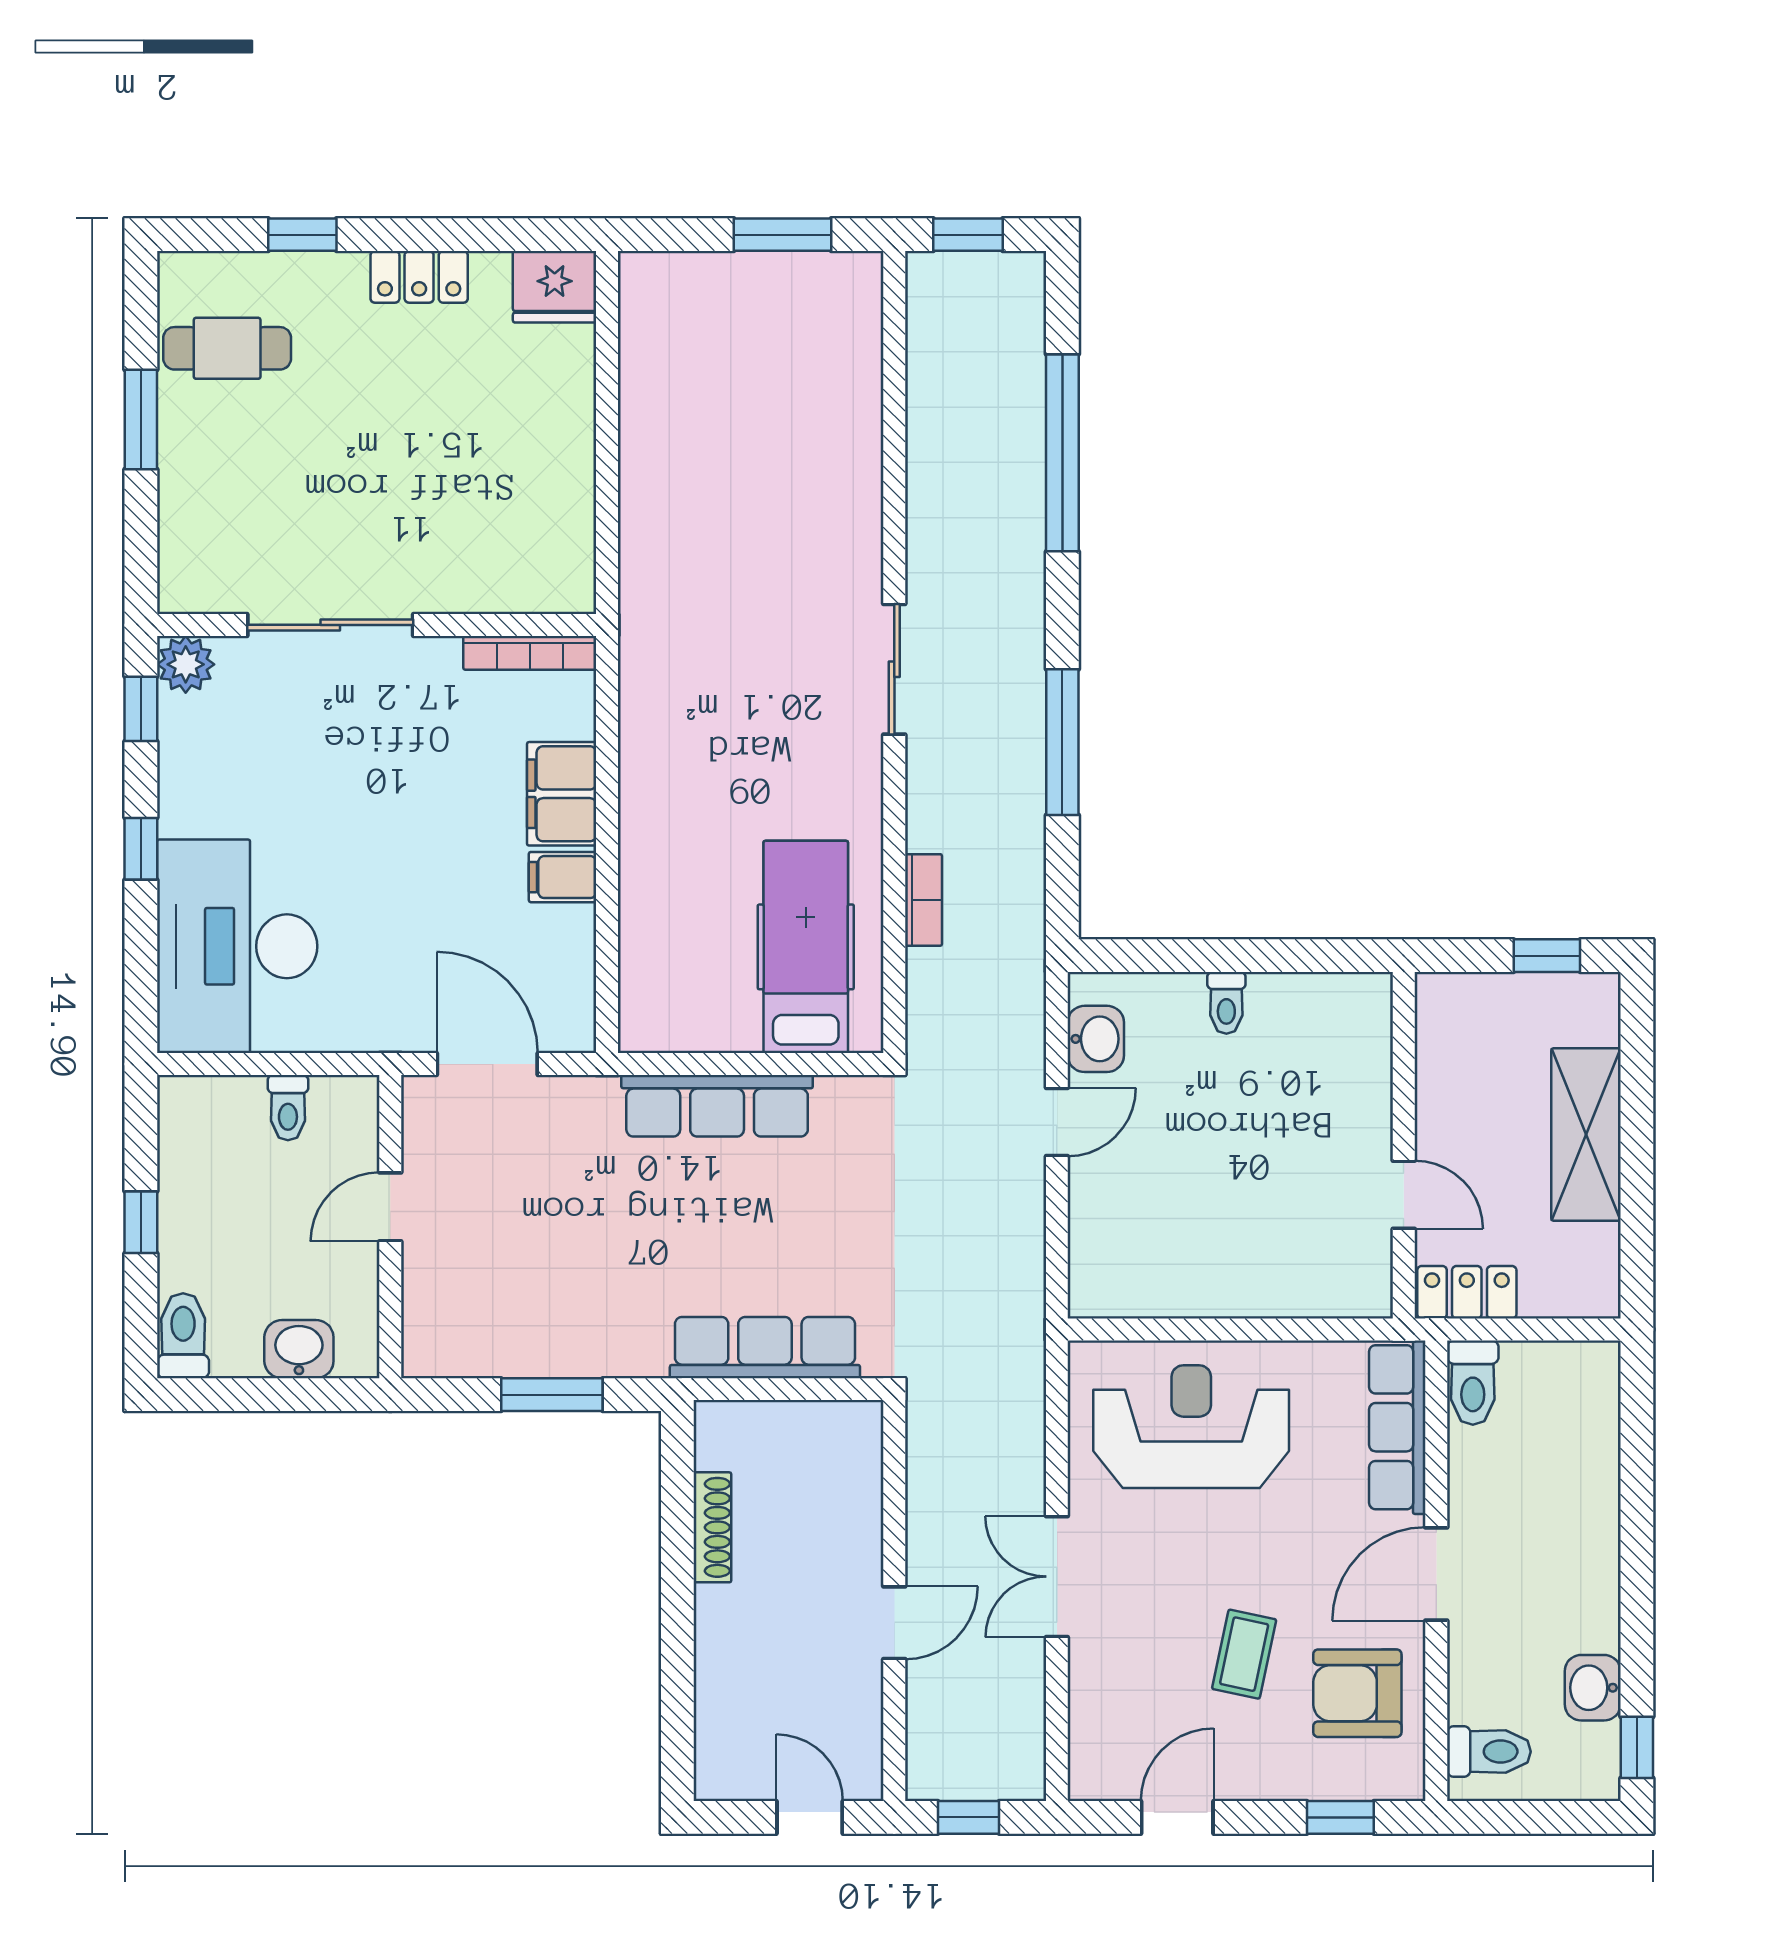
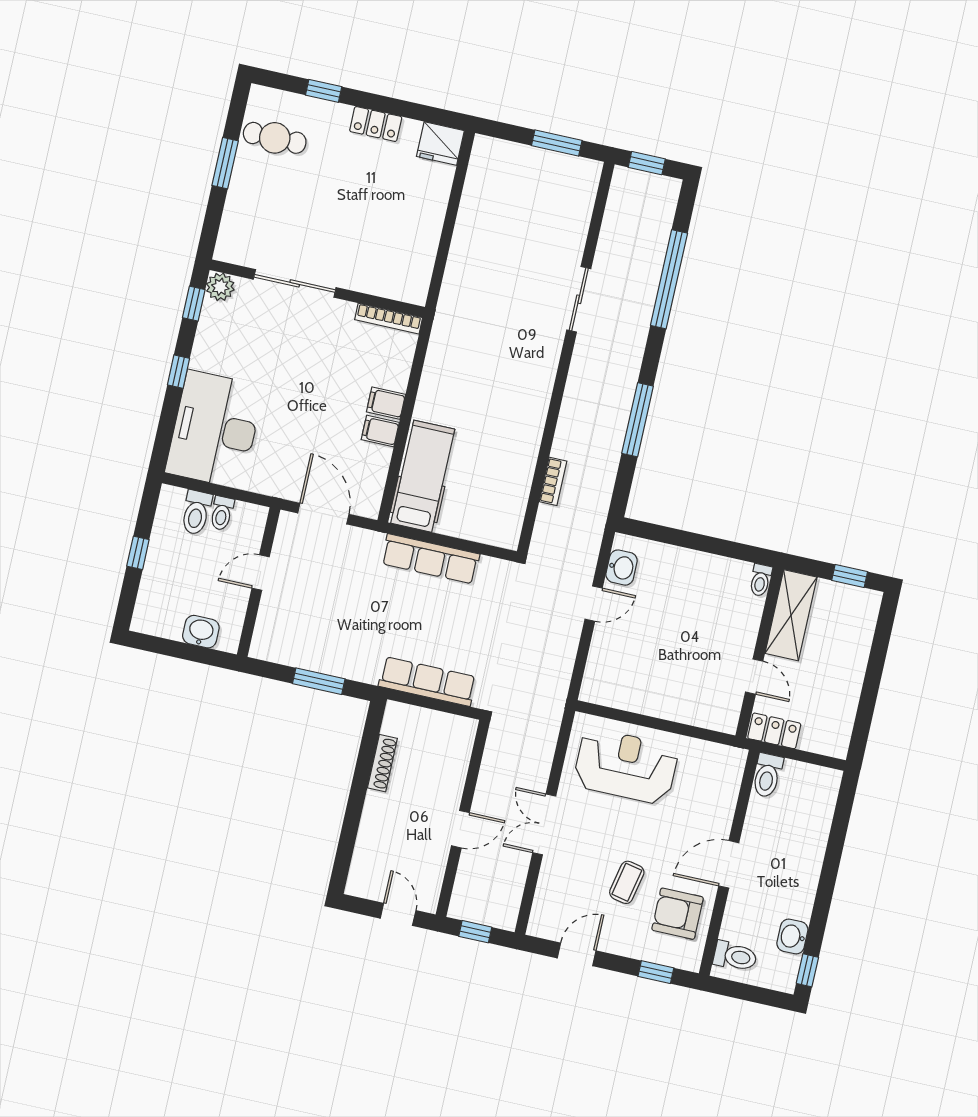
sliding door: (894, 669) -> (579, 299), moved
filing cabinet: (562, 794) -> (386, 403), width x0.50
hospital bed: (806, 947) -> (423, 476), moved
toilet: (1226, 1003) -> (761, 580), moved
shelving: (1586, 1134) -> (791, 615), moved
toilet: (183, 1336) -> (196, 512), moved, turned 180
row of seats: (1397, 1427) -> (726, 789), removed

